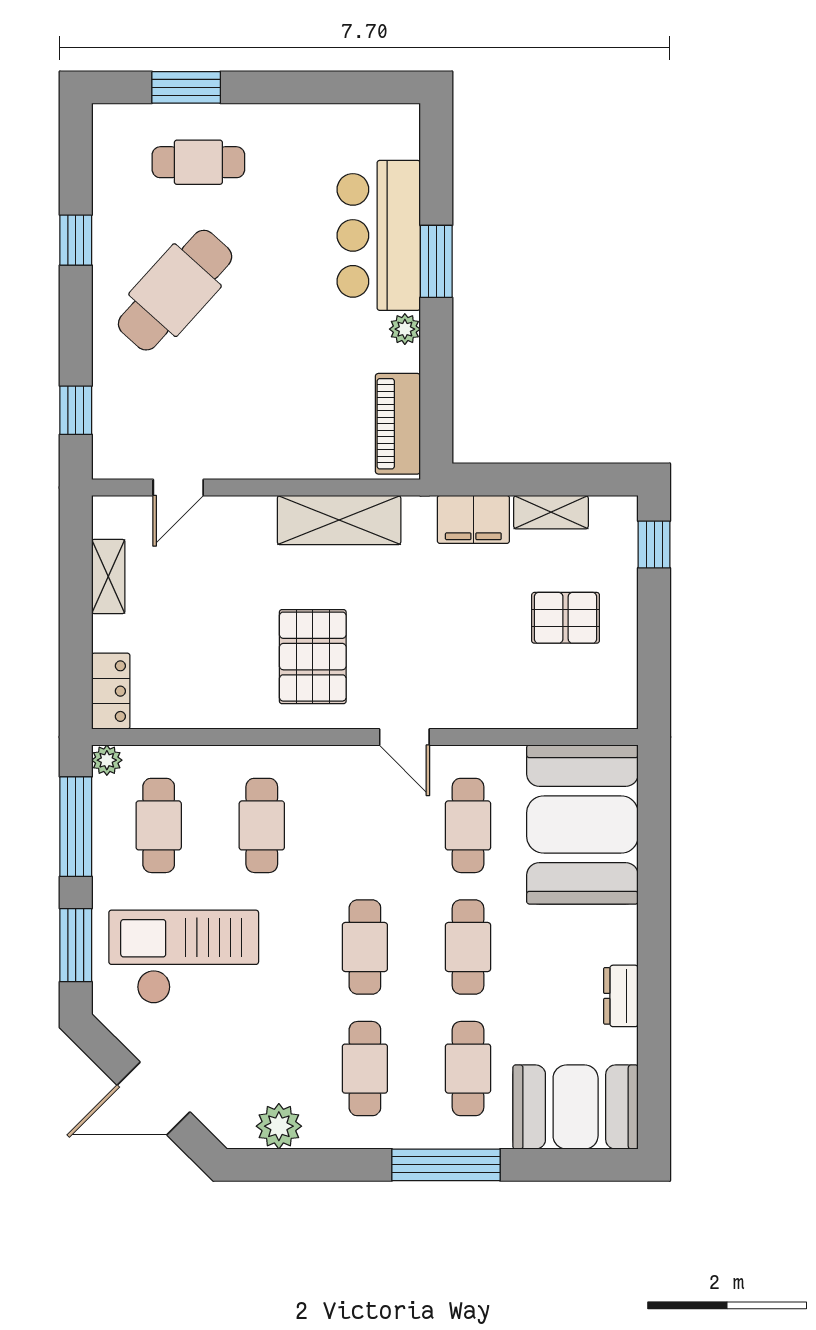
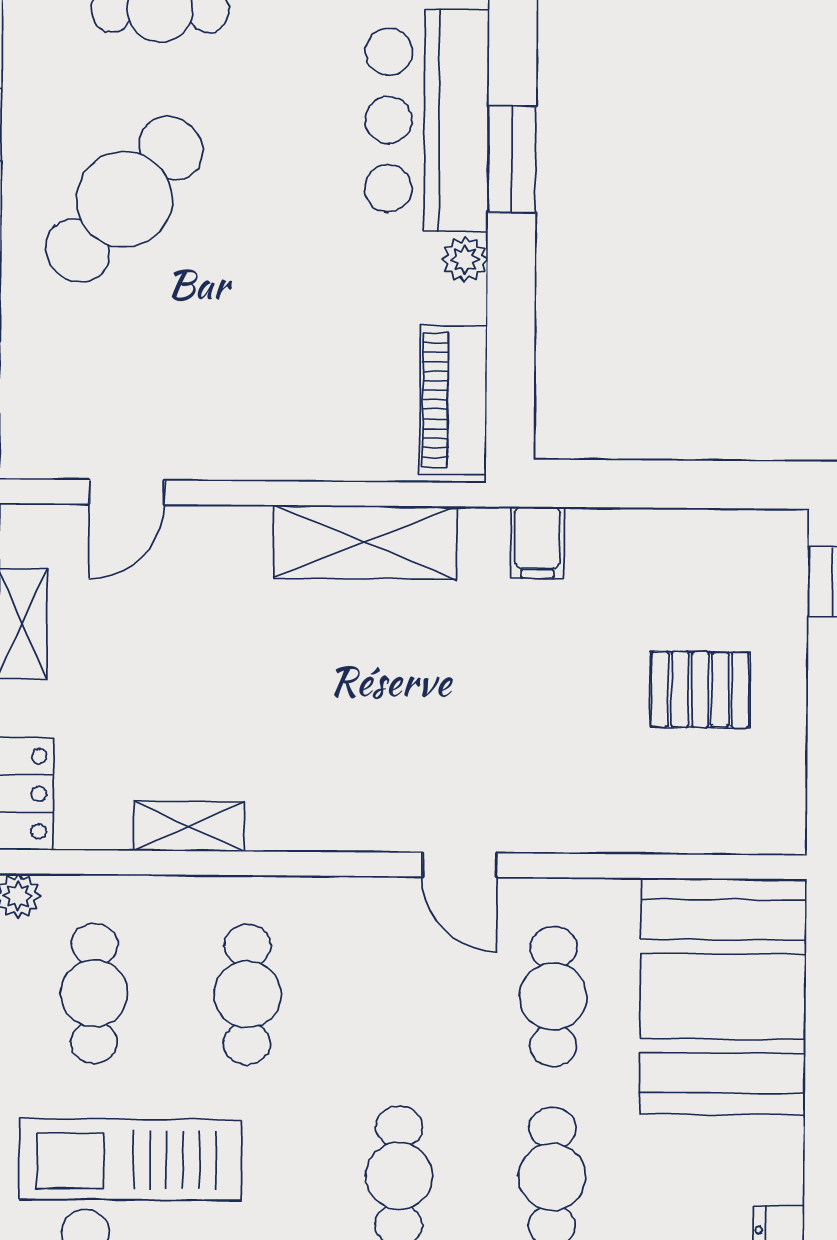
shelving: (551, 512) -> (189, 826), moved
filing cabinet: (473, 519) -> (538, 542), width x0.50
pallet: (313, 657) -> (325, 744), removed

